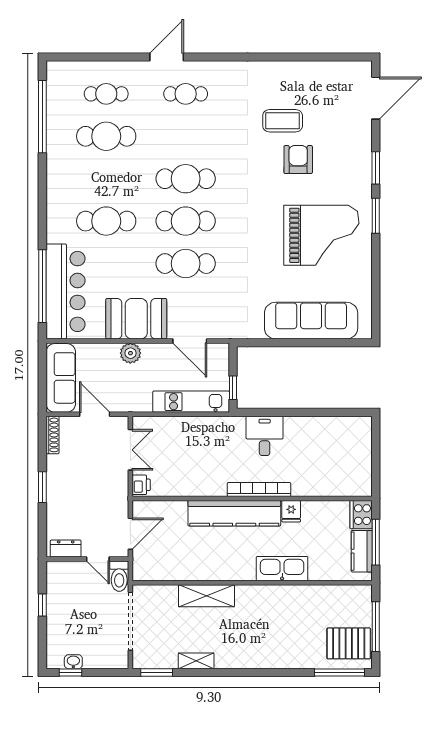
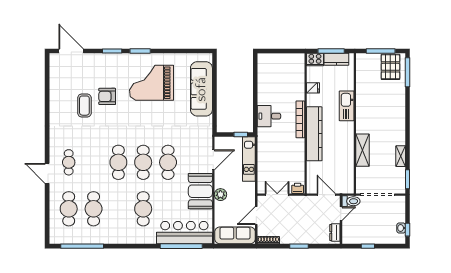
cafe table: (106, 94) -> (69, 209), width x1.37, depth x1.35
grand piano: (321, 235) -> (152, 83), turned -90
fridge: (291, 511) -> (313, 88), moved

